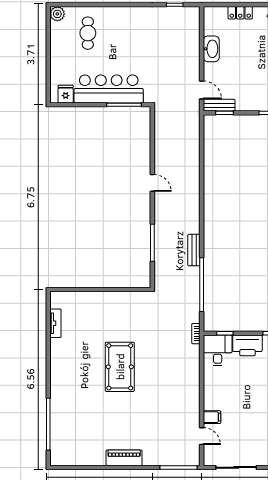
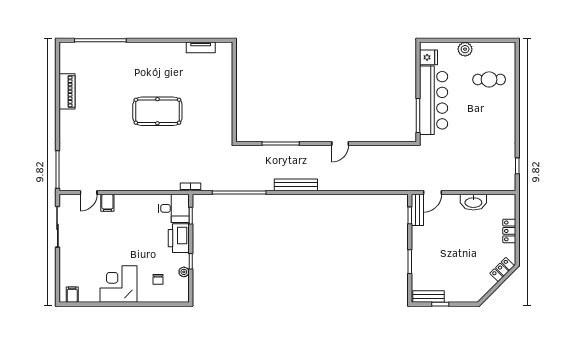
plant: (57, 14) -> (465, 49), moved
bench: (194, 250) -> (296, 185), moved, width x1.36
piano: (124, 458) -> (67, 91), moved

